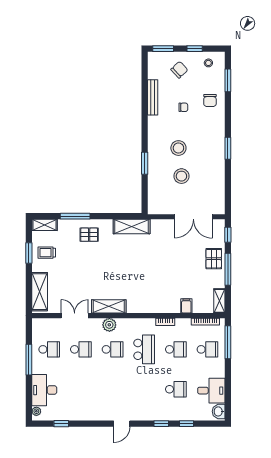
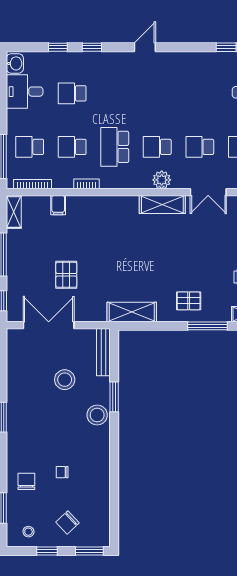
bench: (153, 97) -> (103, 352), moved
stool: (178, 148) -> (97, 415), moved
pallet: (214, 259) -> (66, 275), moved

